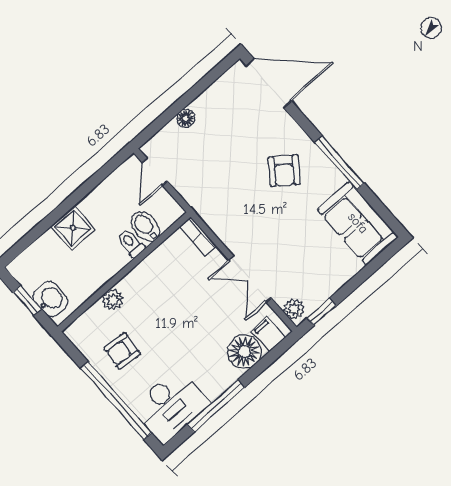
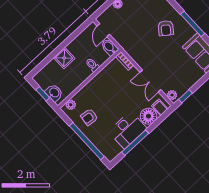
bidet: (145, 227) -> (109, 47), moved
plant: (113, 300) -> (71, 105), moved
desk: (170, 406) -> (128, 130), moved

